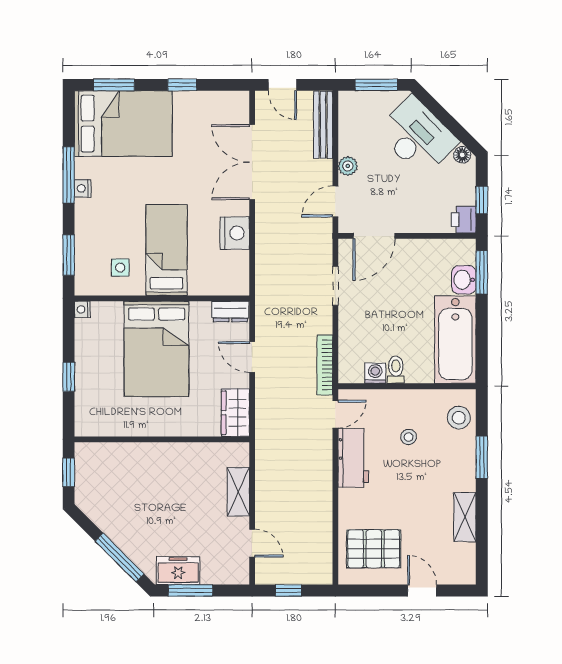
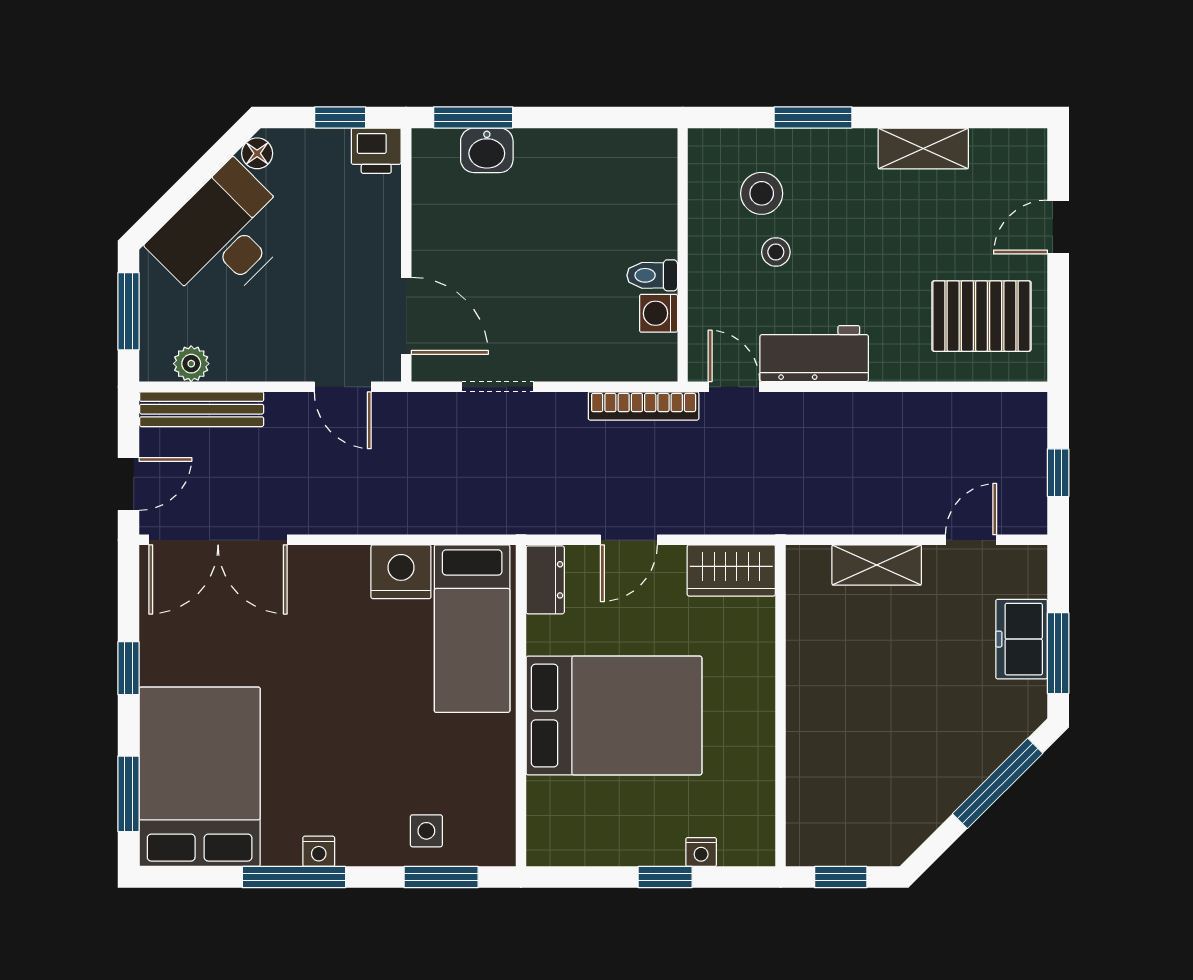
double door: (252, 162) -> (218, 540), moved
plant: (348, 166) -> (191, 364), moved
bed: (166, 250) -> (472, 629), moved, turned -90
side table: (120, 268) -> (426, 831), moved
nightstand: (82, 309) -> (701, 852), moved
bathtub: (455, 340) -> (597, 166), removed
stool: (459, 418) -> (762, 193), moved
pallet: (374, 549) -> (982, 316), turned 90
freezer: (178, 571) -> (1022, 639), moved

